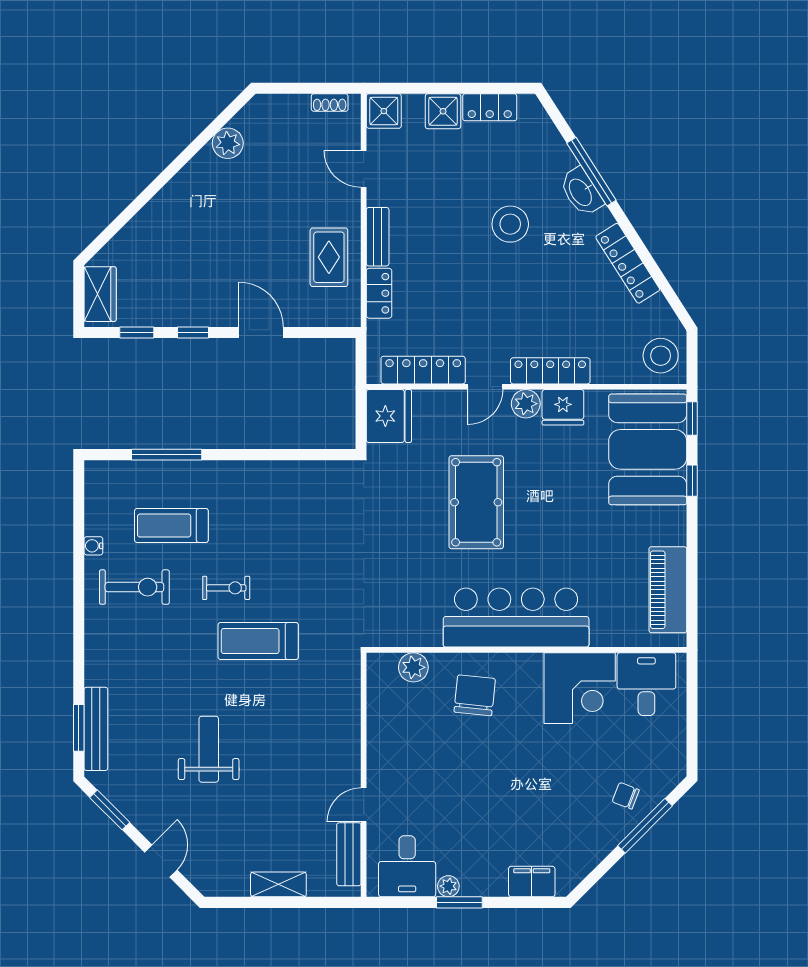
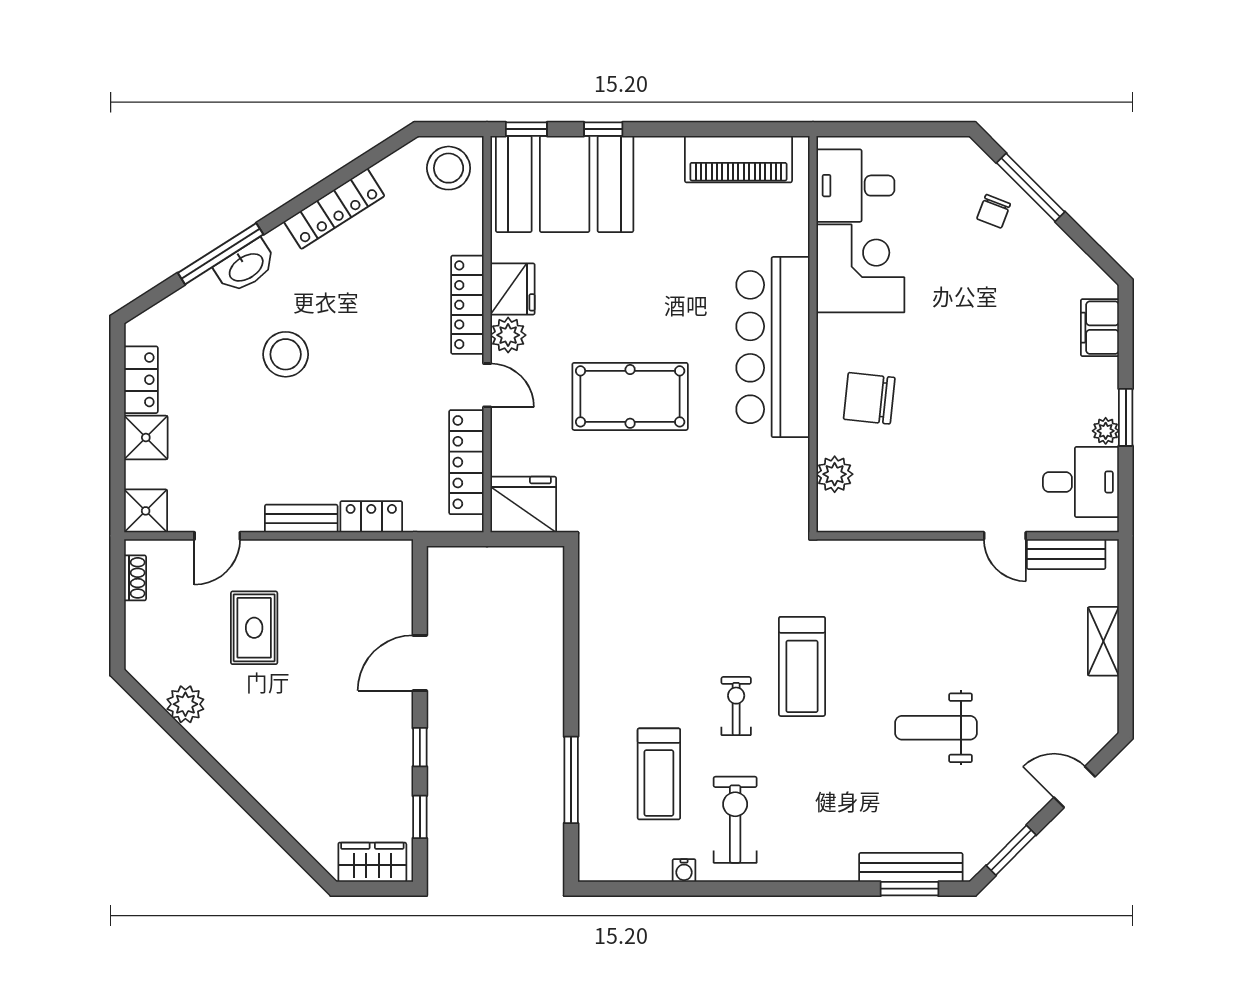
rug: (329, 257) -> (254, 628), moved, turned 90

